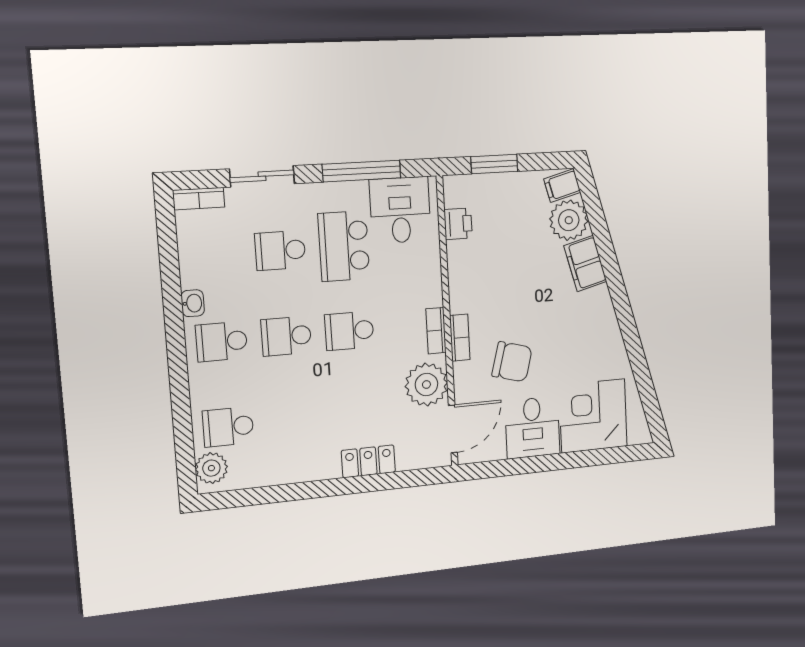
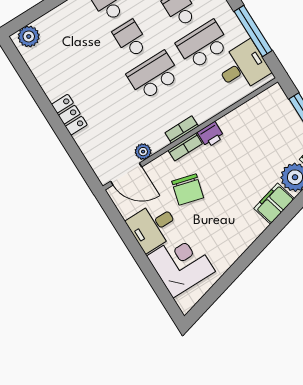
printer: (458, 224) -> (211, 135), moved
school desk: (349, 331) -> (154, 75), width x1.85
plant: (426, 385) -> (143, 152), width x0.53, depth x0.53
school desk: (228, 427) -> (59, 33), removed
locker: (368, 461) -> (69, 115), moved

